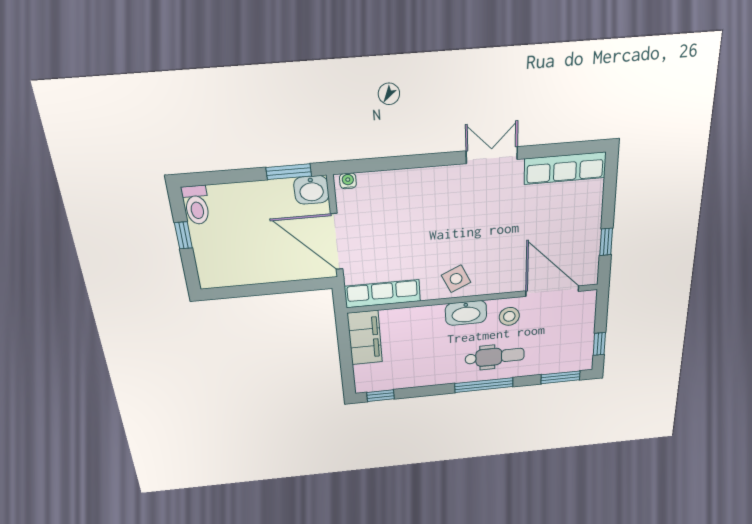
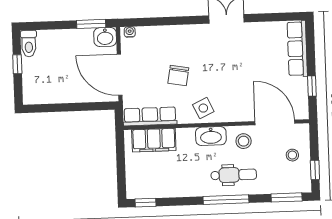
row of seats: (565, 168) -> (297, 49), moved, turned 90
chair: (421, 238) -> (178, 76), added
stool: (572, 329) -> (292, 155), added
filing cabinet: (365, 338) -> (154, 140), moved, turned 90

